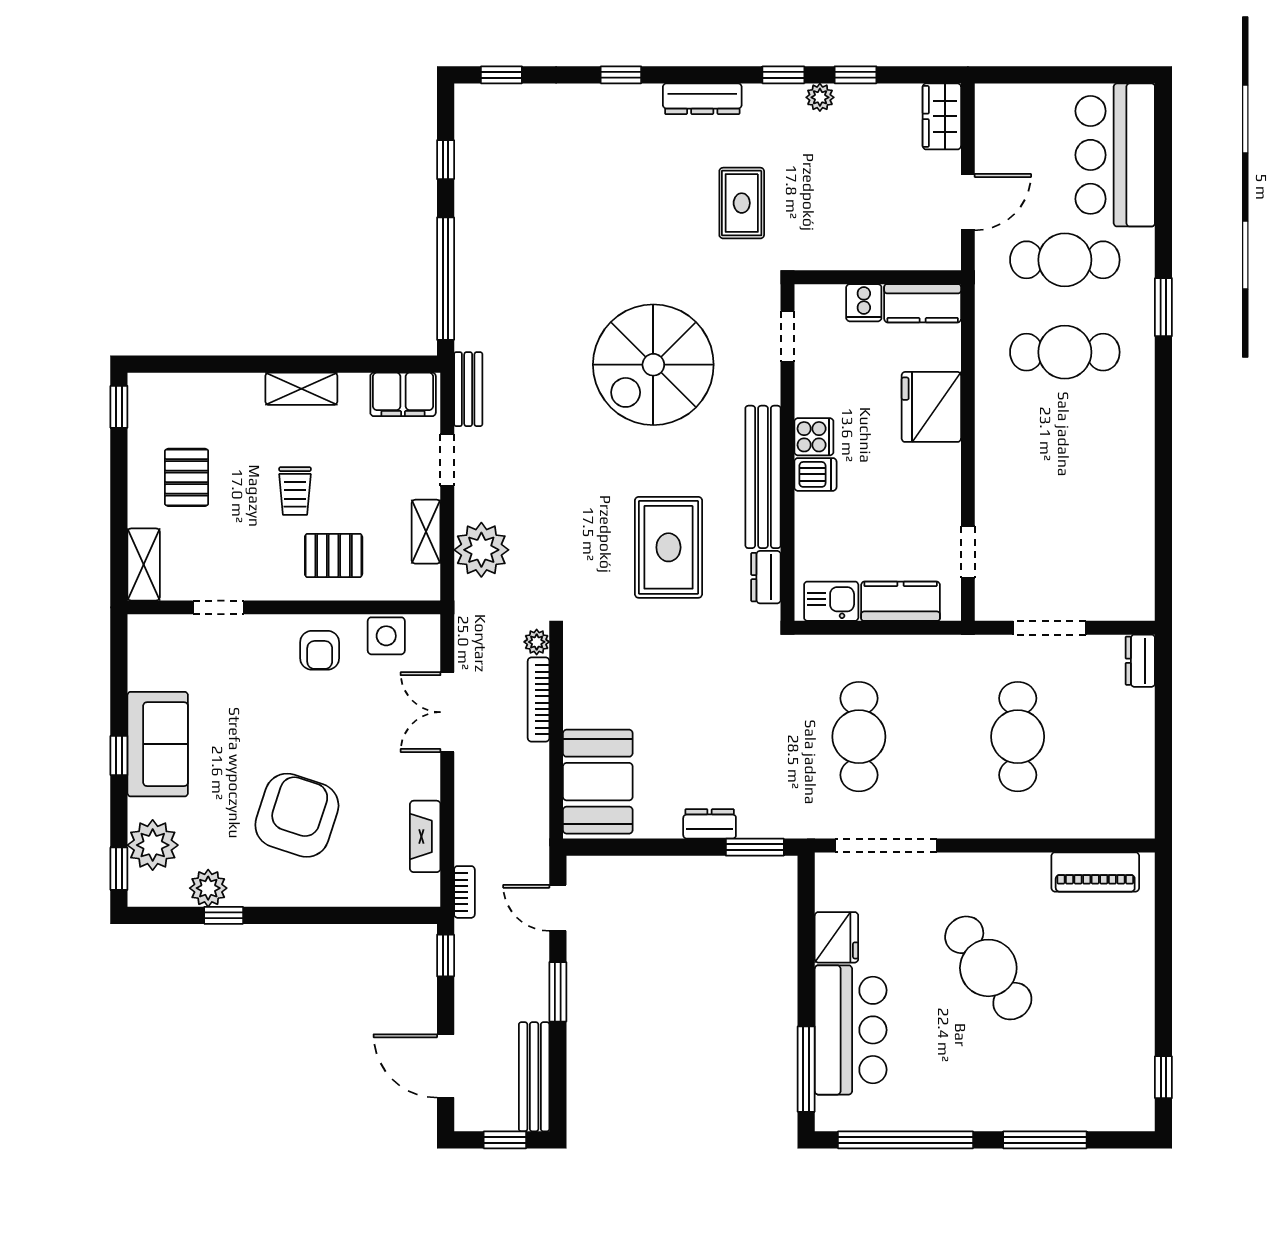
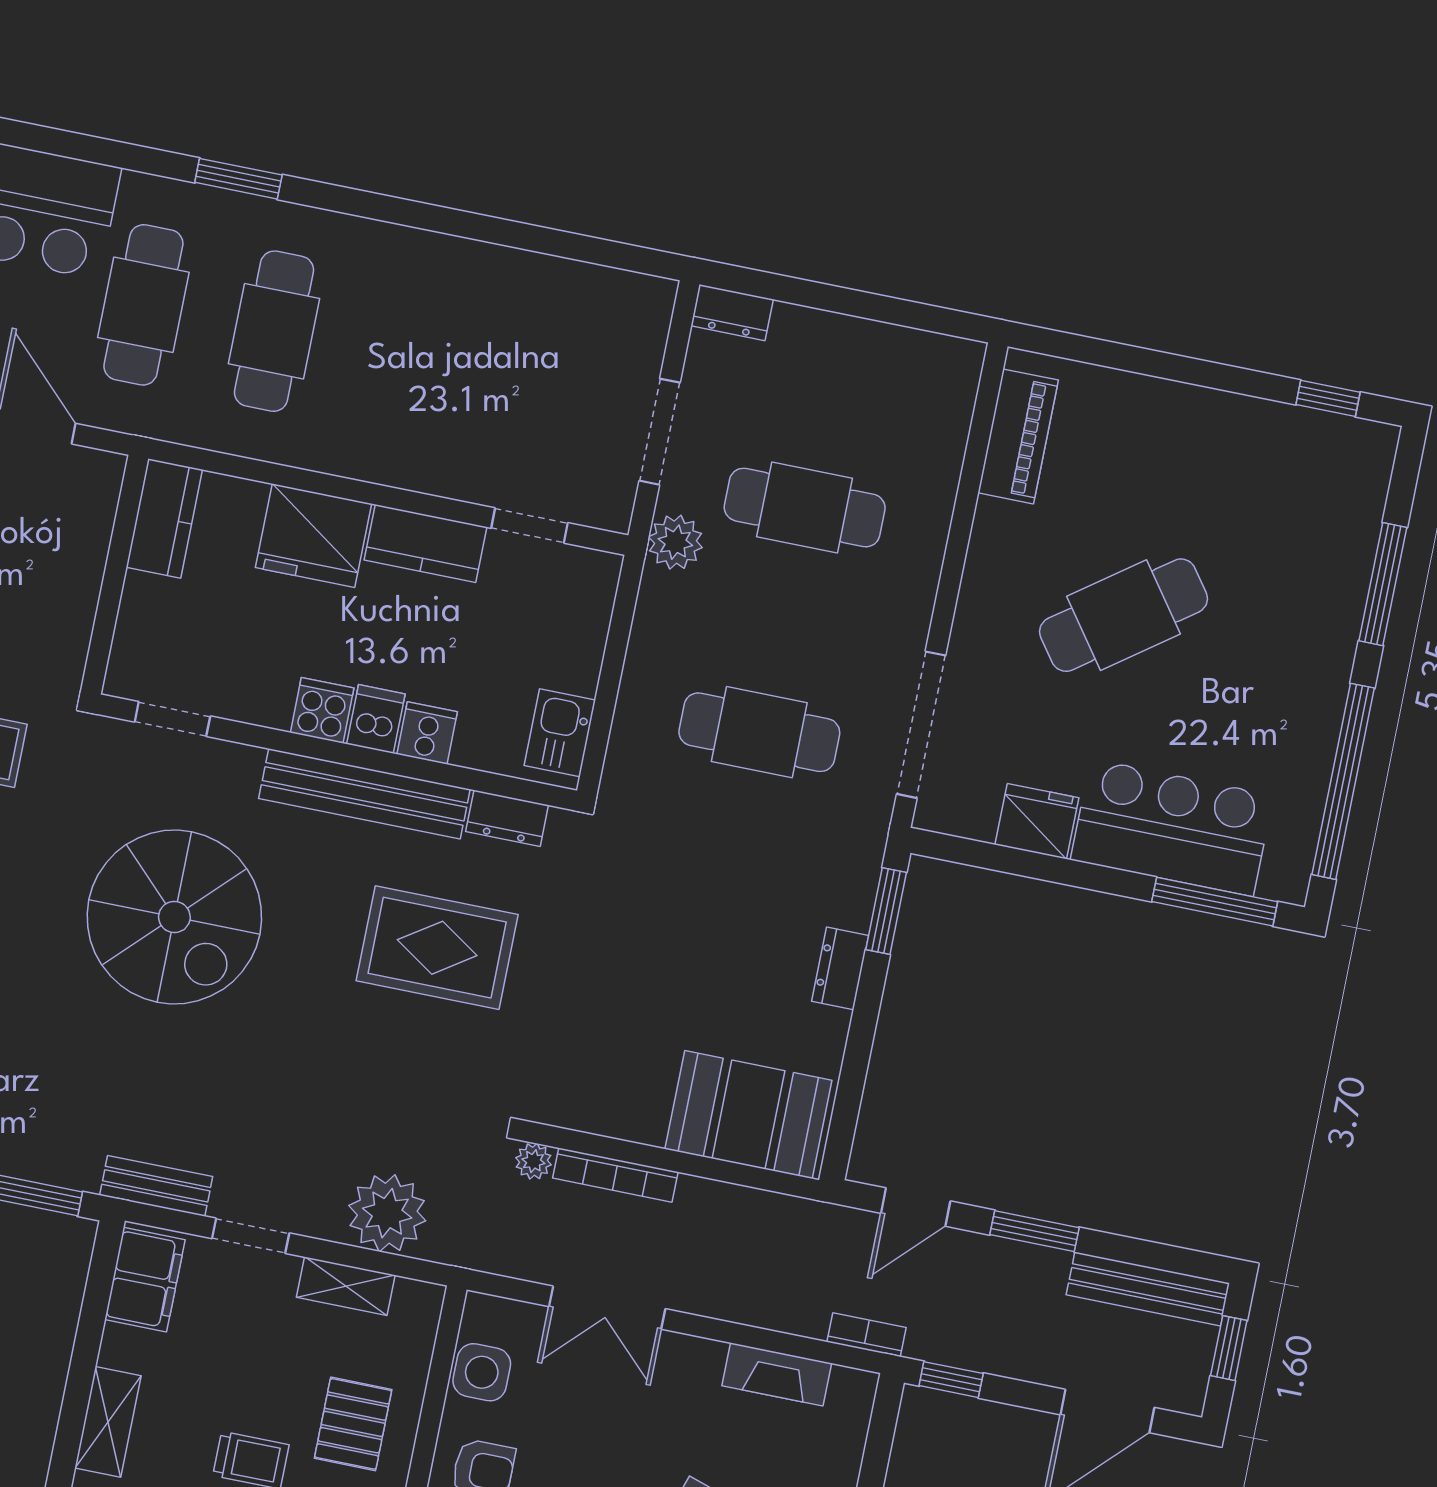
cooker: (864, 303) -> (427, 733), moved, turned -90
kitchen counter: (901, 601) -> (426, 544), moved, turned -90
plant: (977, 654) -> (675, 542), added

